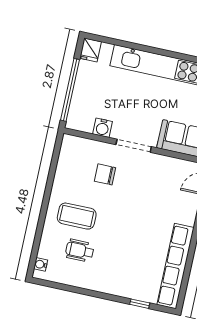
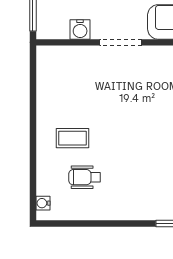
chair: (105, 174) -> (95, 83), removed
coffee table: (77, 216) -> (72, 138), width x0.73, depth x0.77

